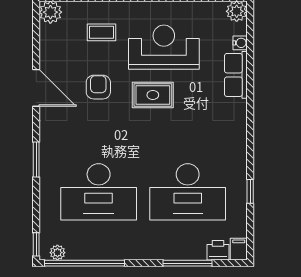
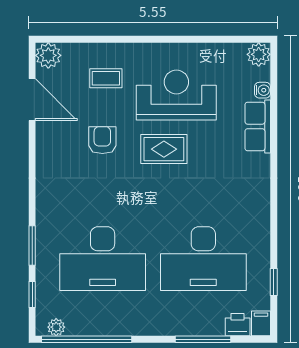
door: (36, 88) -> (32, 100), moved
window: (36, 159) -> (32, 246), moved
window: (250, 191) -> (274, 282), moved
window: (36, 244) -> (32, 295), moved

